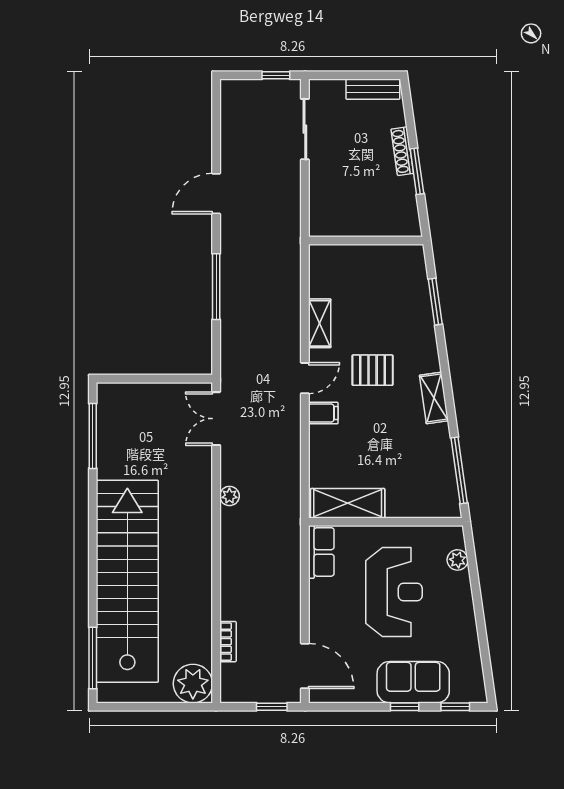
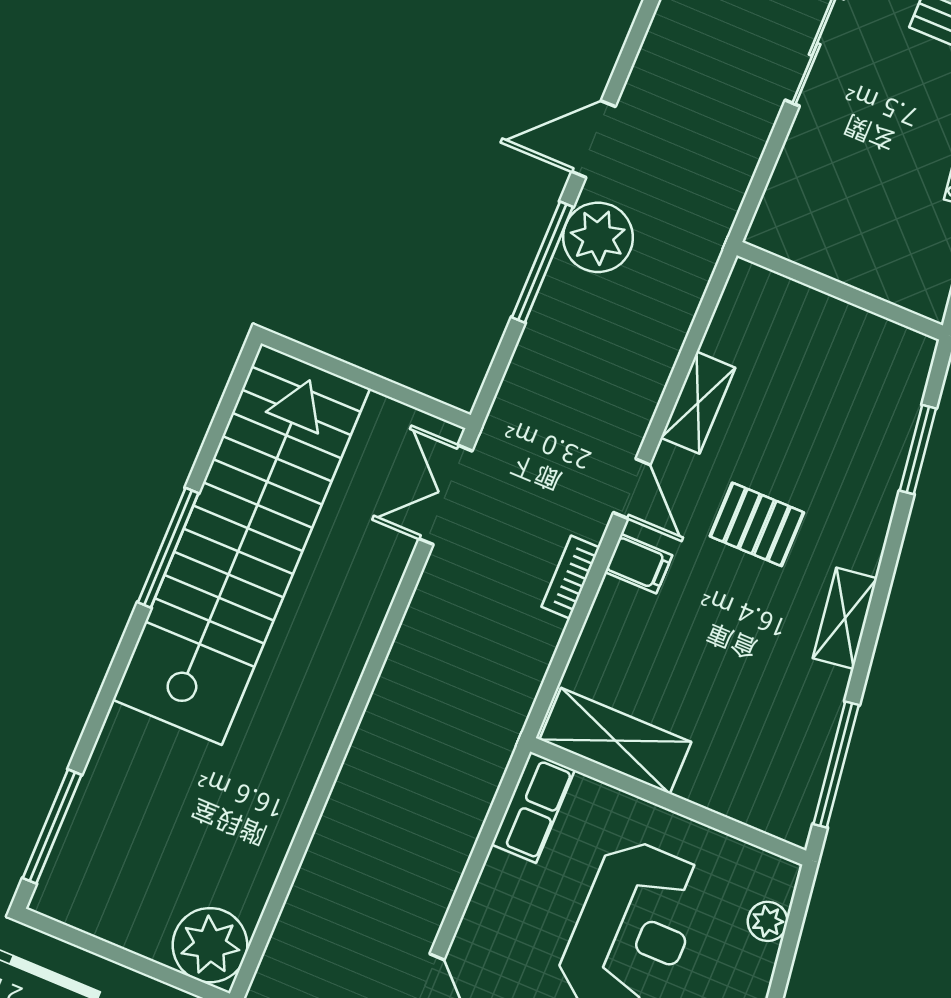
door: (216, 194) -> (594, 139), moved
door: (305, 378) -> (632, 489), hinge flipped
window: (93, 436) -> (168, 548), moved
plant: (229, 496) -> (598, 237), moved, width x1.87, depth x1.87
stairs: (127, 581) -> (241, 544), moved
bookcase: (228, 642) -> (570, 577), moved, turned 180

